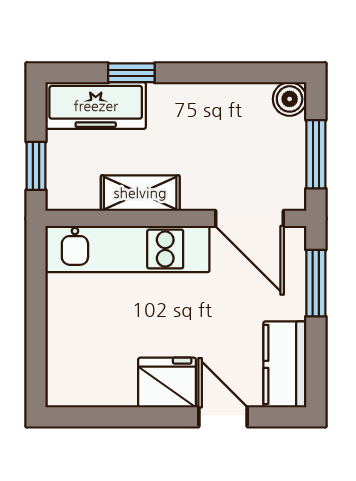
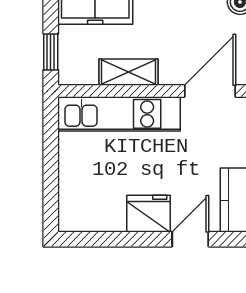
door: (249, 218) -> (210, 91), swing flipped
door: (223, 417) -> (190, 239), hinge flipped

